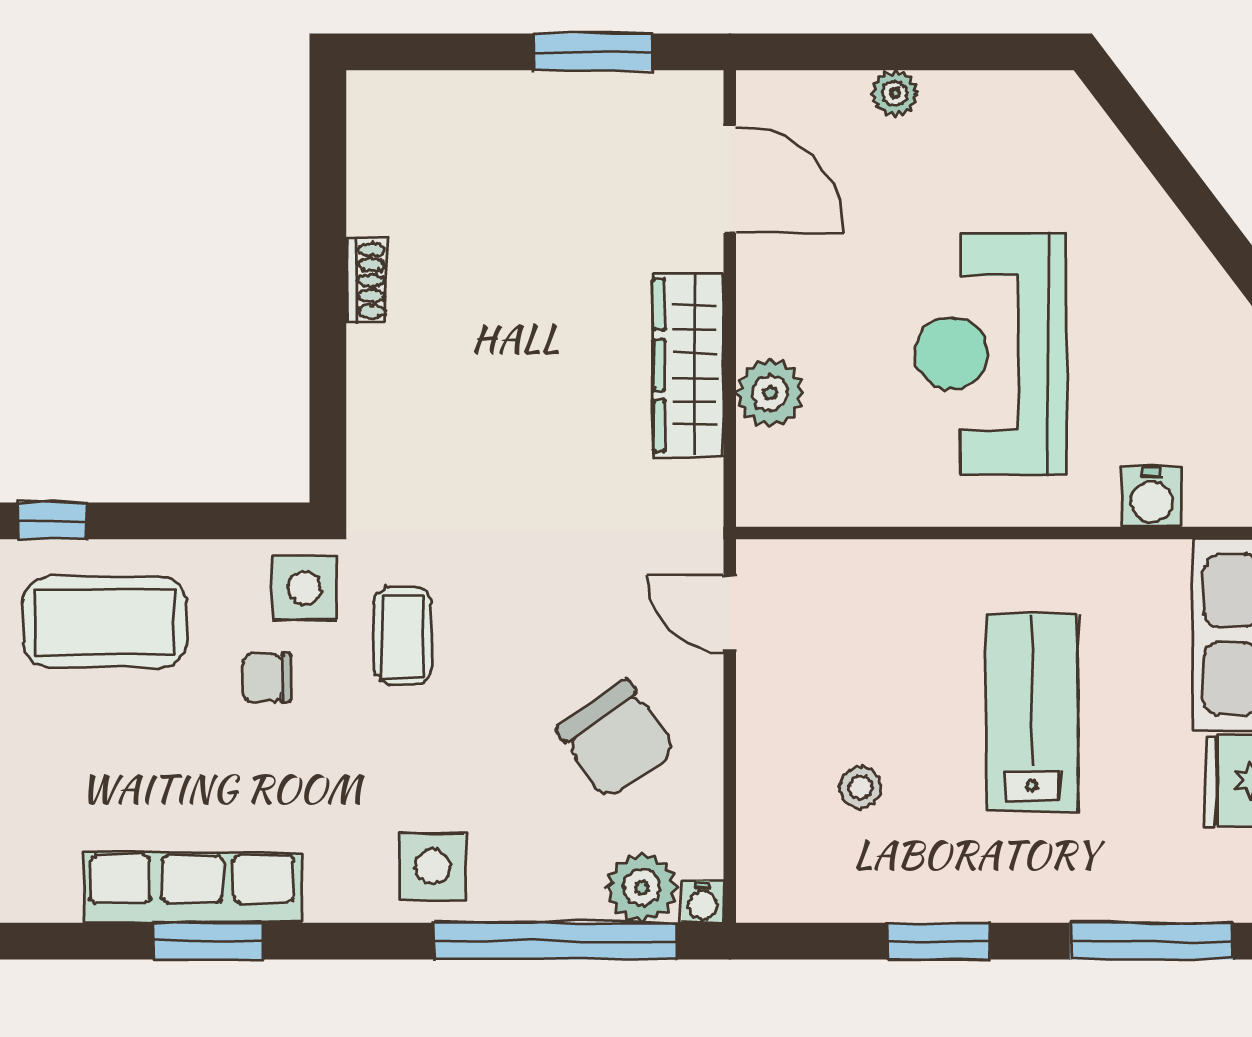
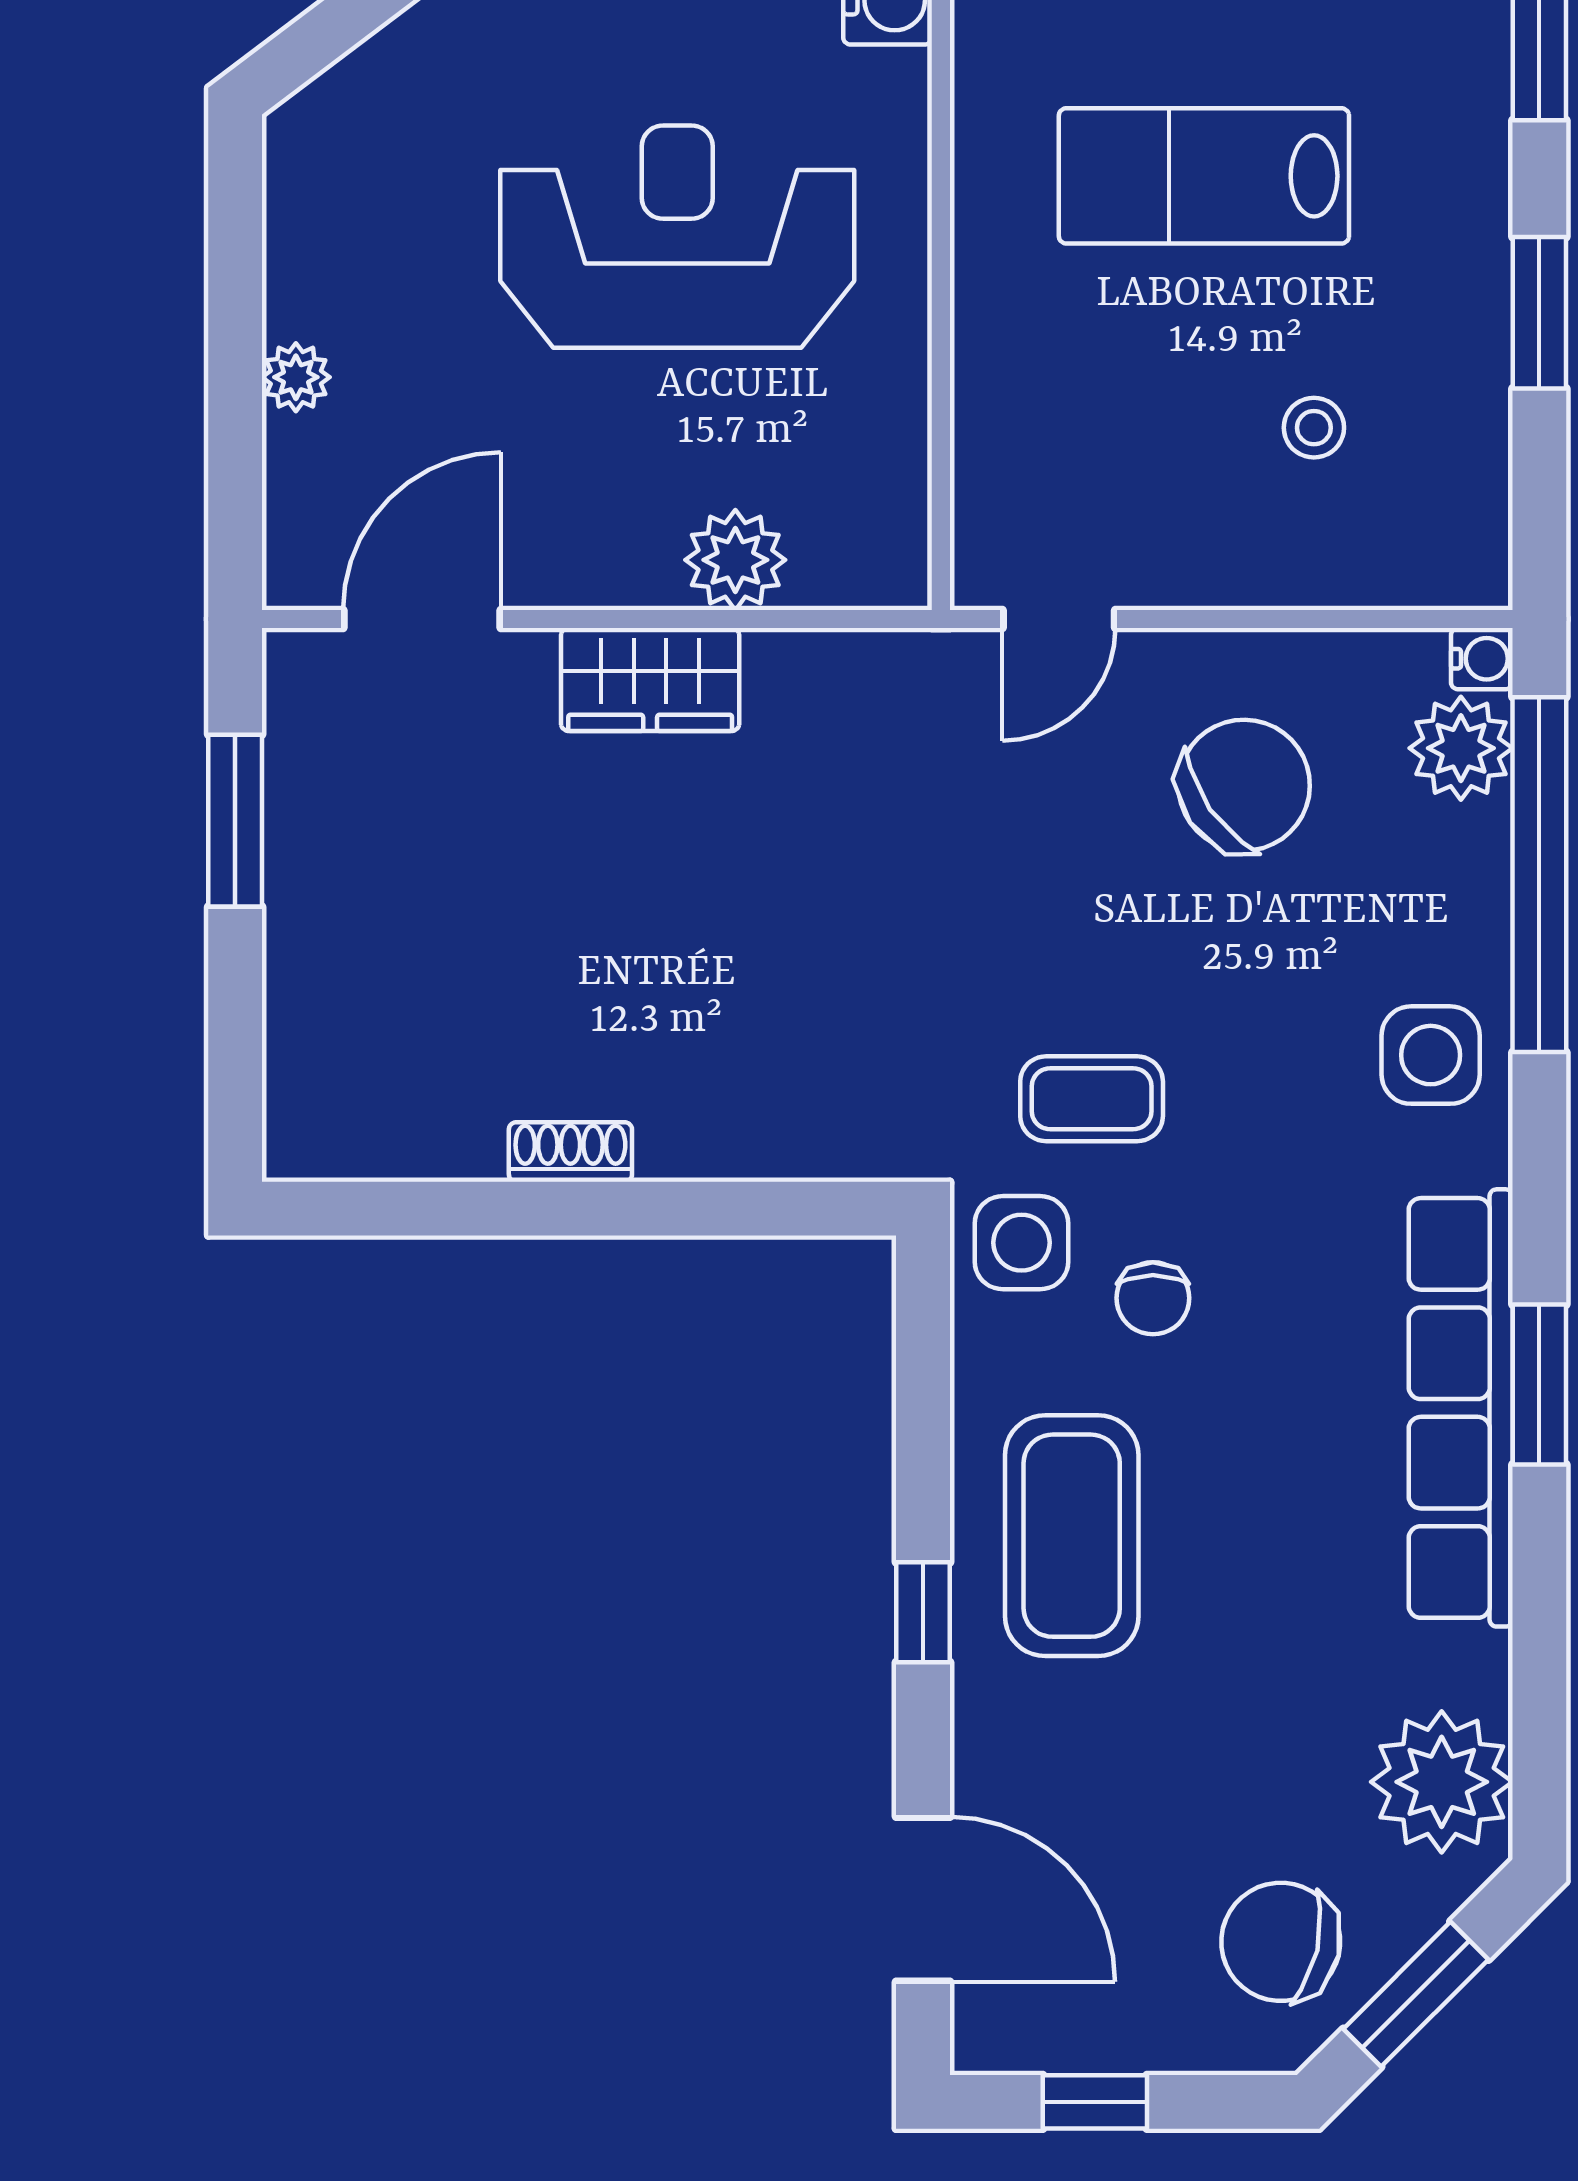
reception desk: (990, 353) -> (677, 237), turned 180
wardrobe: (689, 365) -> (650, 680), width x0.67
row of seats: (192, 887) -> (1461, 1408), width x1.36

